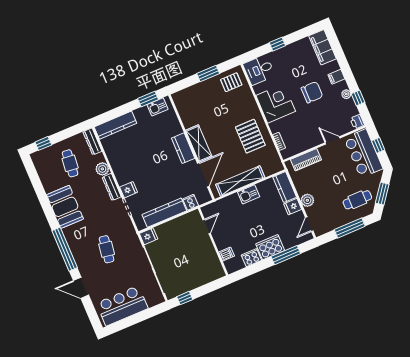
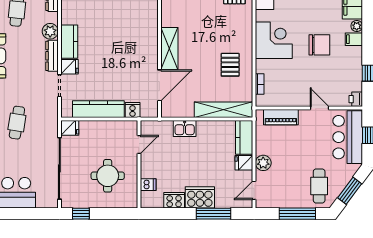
plant: (346, 94) -> (357, 26), moved
pallet: (250, 136) -> (230, 65), width x0.67, depth x0.71
kitchen counter: (183, 148) -> (69, 42), moved, turned 180
shelving: (240, 181) -> (223, 110), moved
kitchen sink: (249, 194) -> (185, 129), moved
cafe table: (357, 200) -> (319, 186), turned 90
round table: (193, 260) -> (108, 176), added

